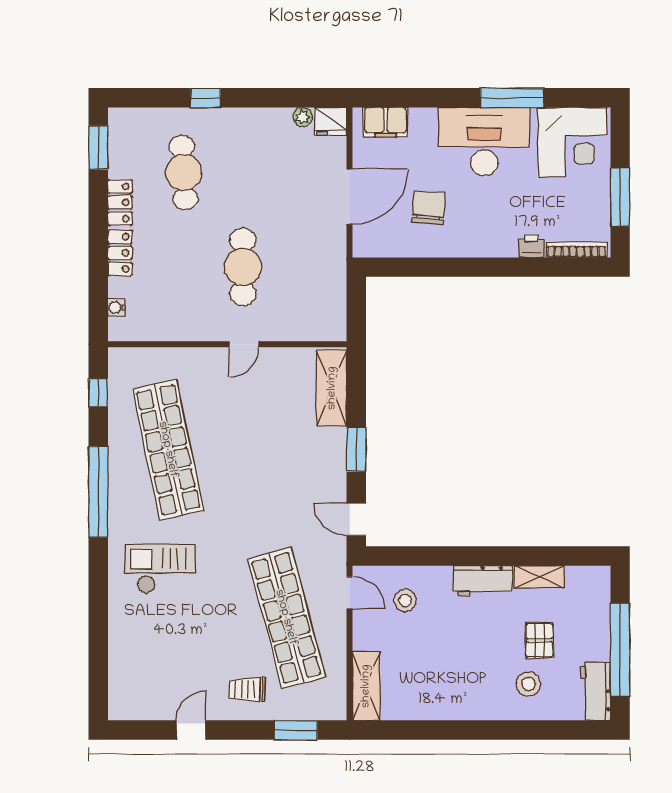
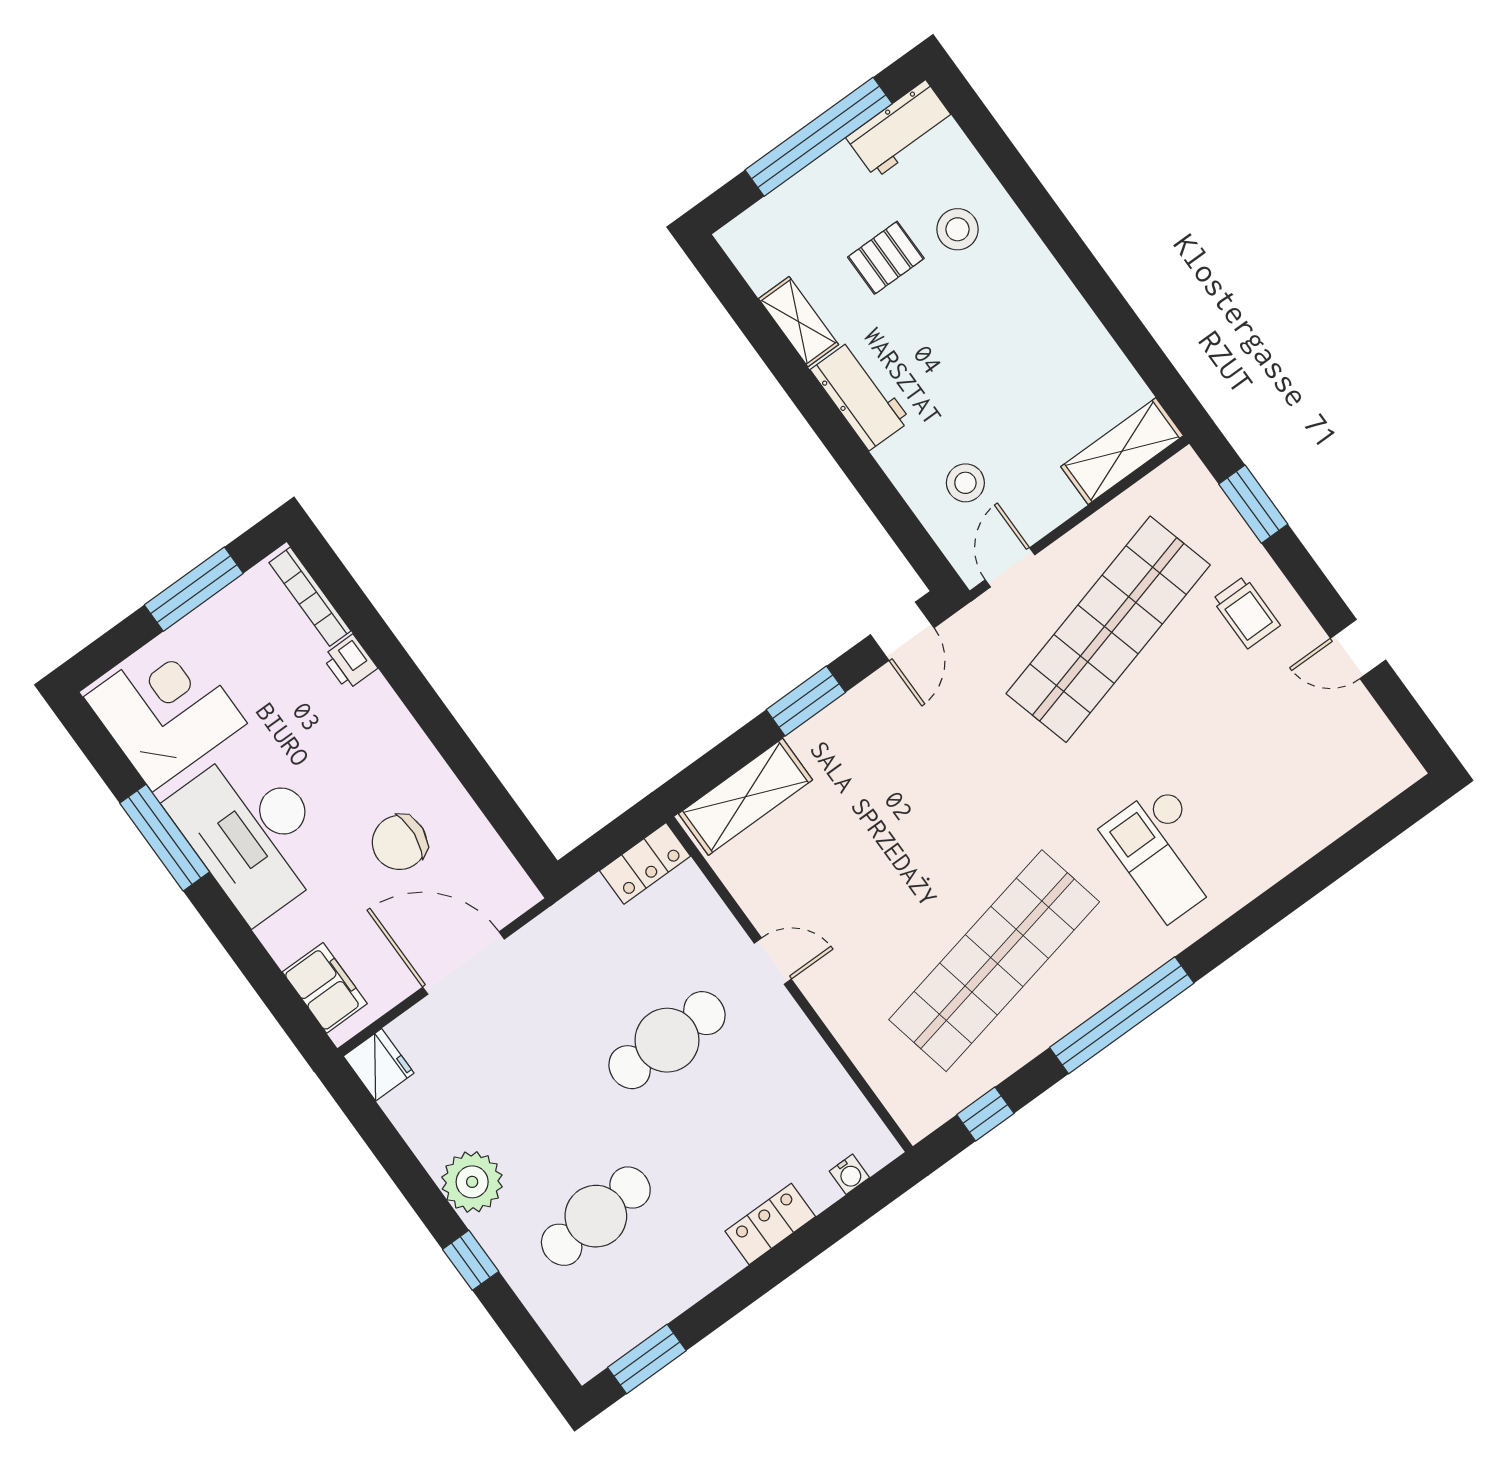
plant: (303, 117) -> (472, 1182), moved, width x1.87, depth x1.87
locker: (120, 203) -> (645, 863), moved, turned 180

